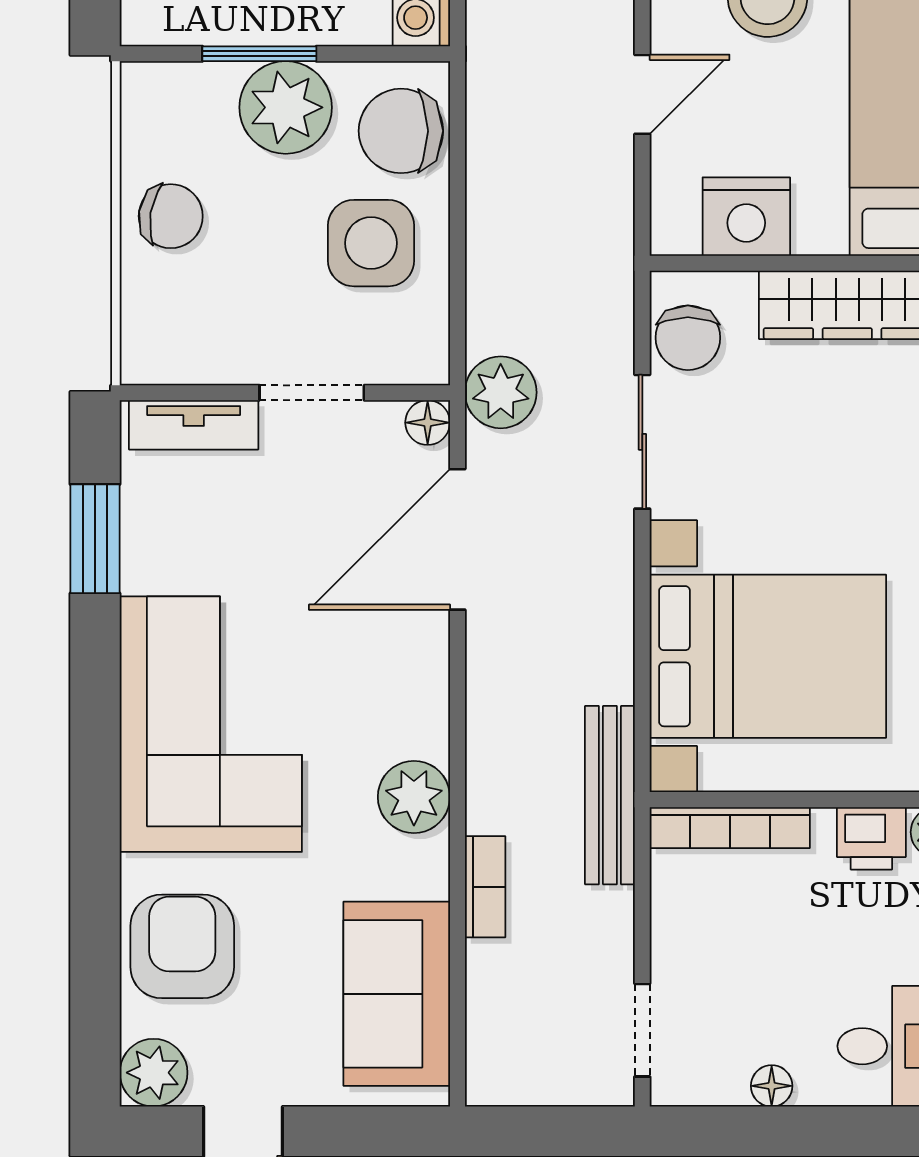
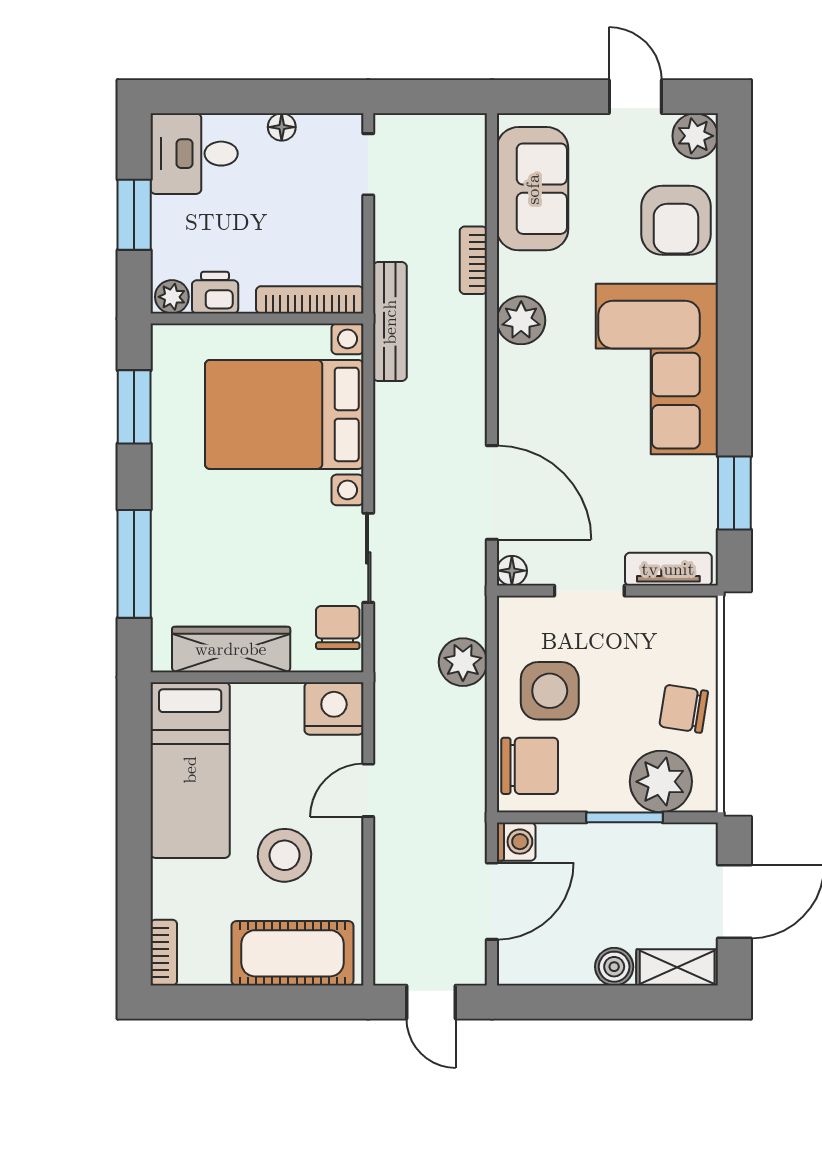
plant: (286, 107) -> (661, 782), moved
nightstand: (746, 217) -> (334, 708), moved
plant: (501, 392) -> (463, 662), moved
door: (457, 539) -> (492, 493), hinge flipped

